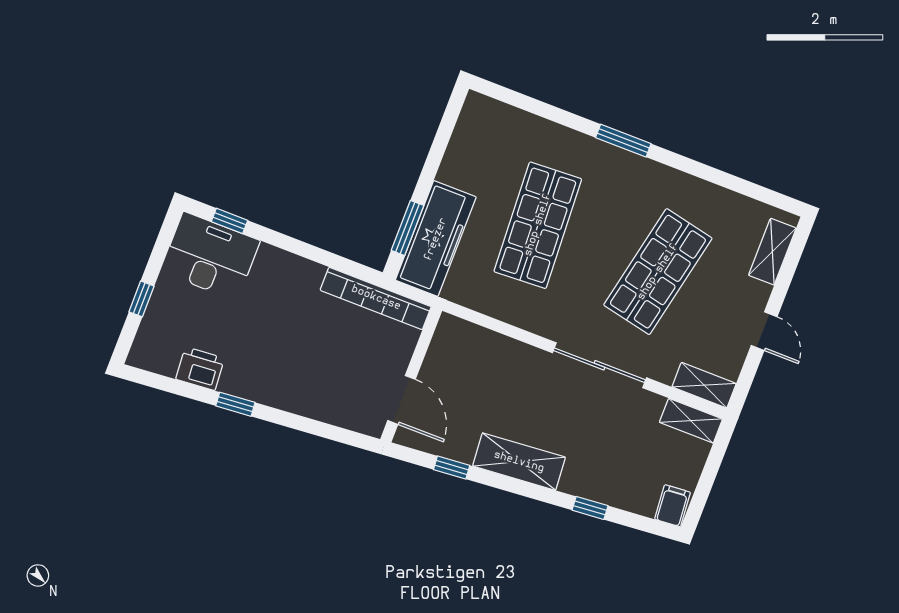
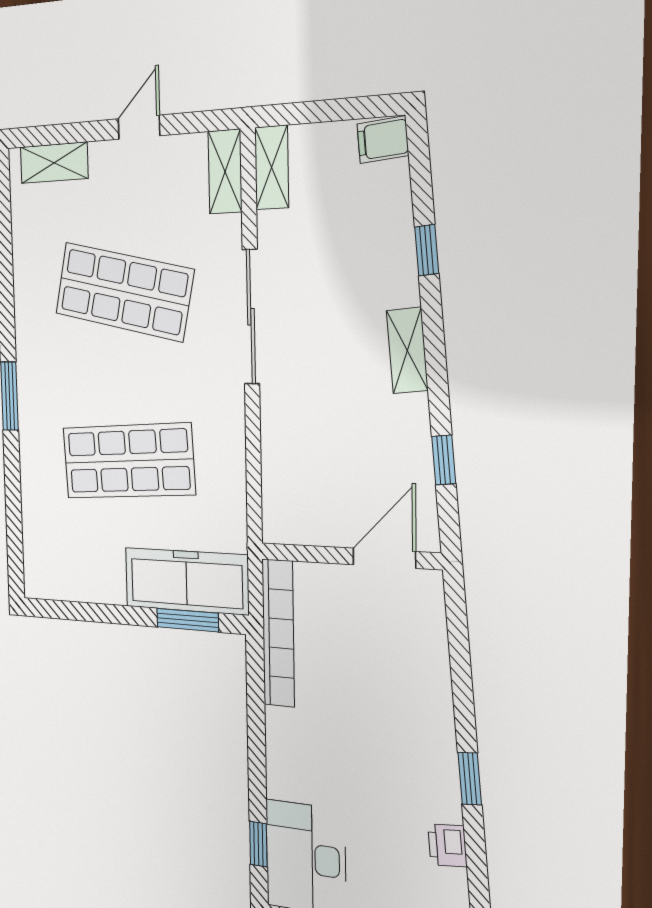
printer: (200, 369) -> (447, 845), width x0.73, depth x0.81
shelving: (519, 462) -> (407, 351), width x0.67, depth x0.75

